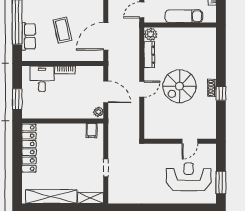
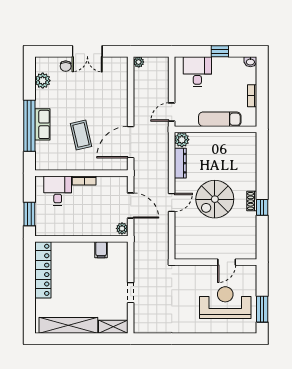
row of seats: (29, 36) -> (42, 124), moved
filing cabinet: (92, 130) -> (101, 250), moved

